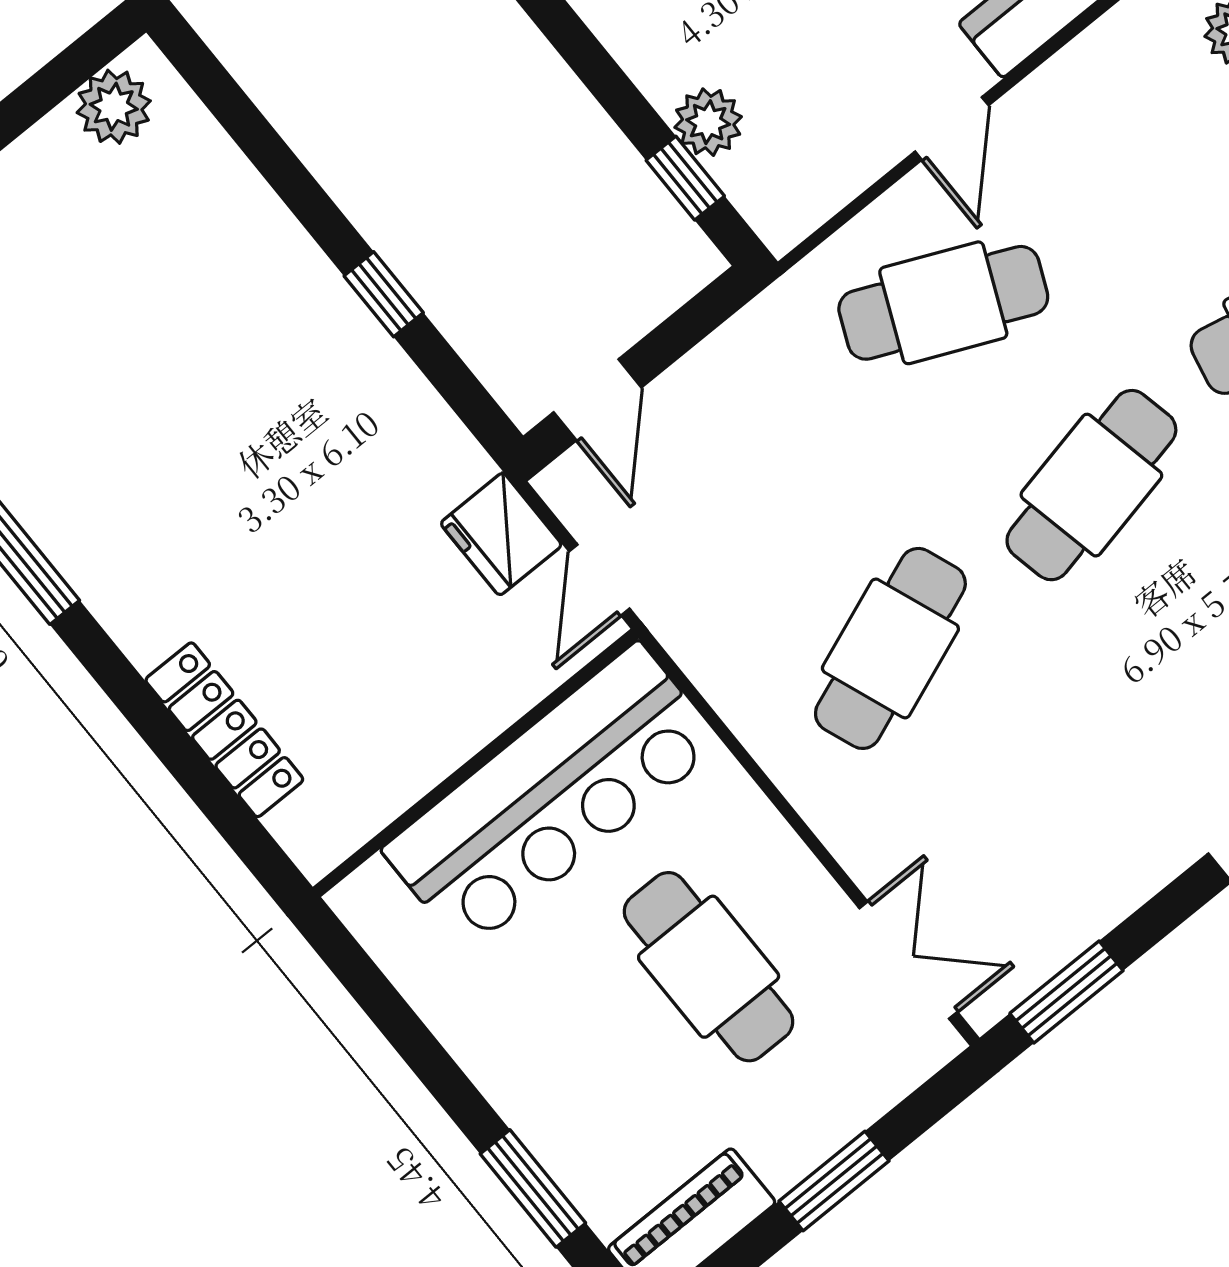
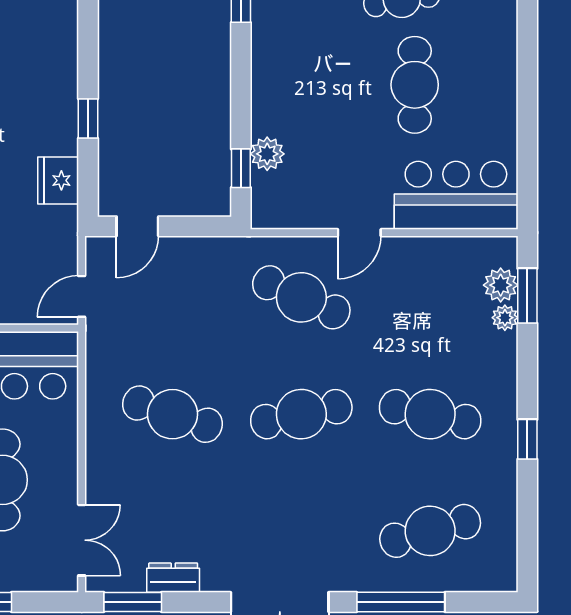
fridge: (501, 534) -> (58, 180), moved
cafe table: (890, 648) -> (172, 414), turned 39
dresser: (1099, 903) -> (173, 578), added

